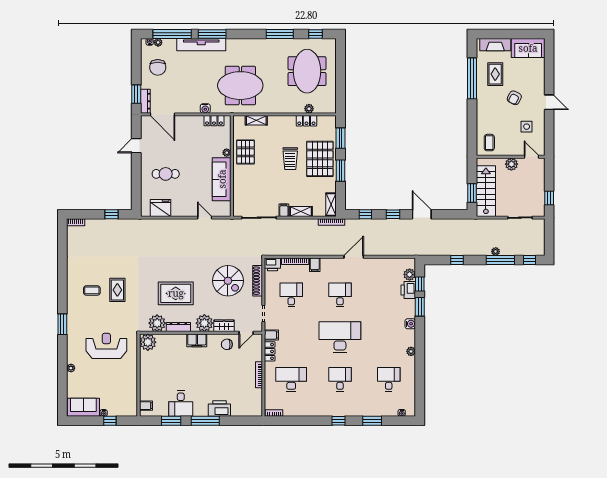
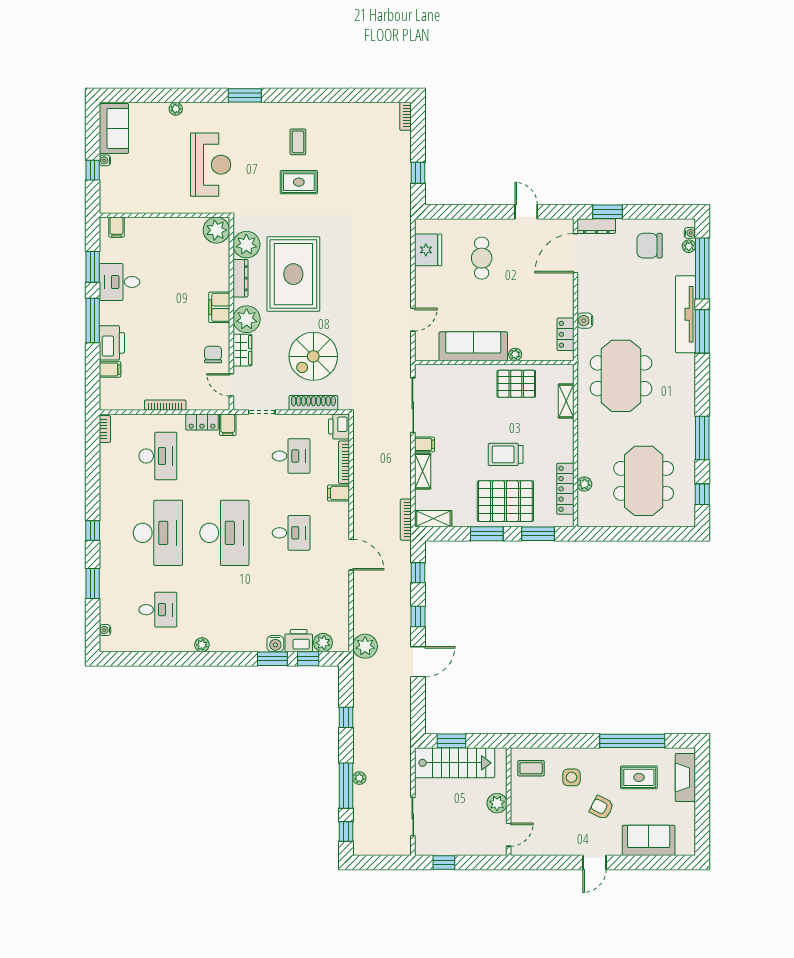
sofa: (528, 48) -> (649, 840), moved, turned 90
meeting table: (307, 71) -> (644, 481), turned 90
locker: (306, 121) -> (565, 489), width x1.53
side table: (527, 127) -> (572, 777), moved
plant: (412, 248) -> (365, 646), added
rug: (176, 293) -> (293, 274), width x1.37, depth x1.44
water cooler: (410, 324) -> (275, 644), moved
desk: (340, 379) -> (158, 533), width x1.87, depth x1.30
filing cabinet: (236, 410) -> (110, 369), added

